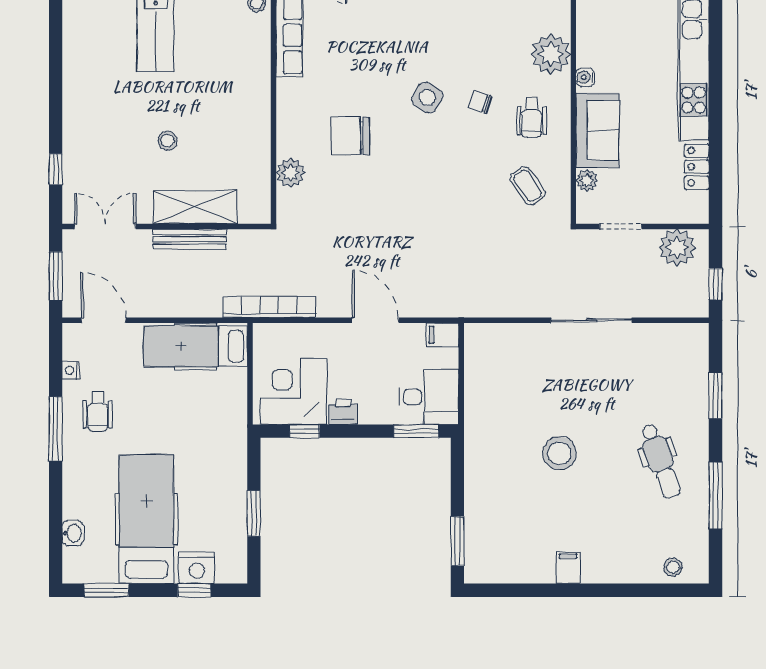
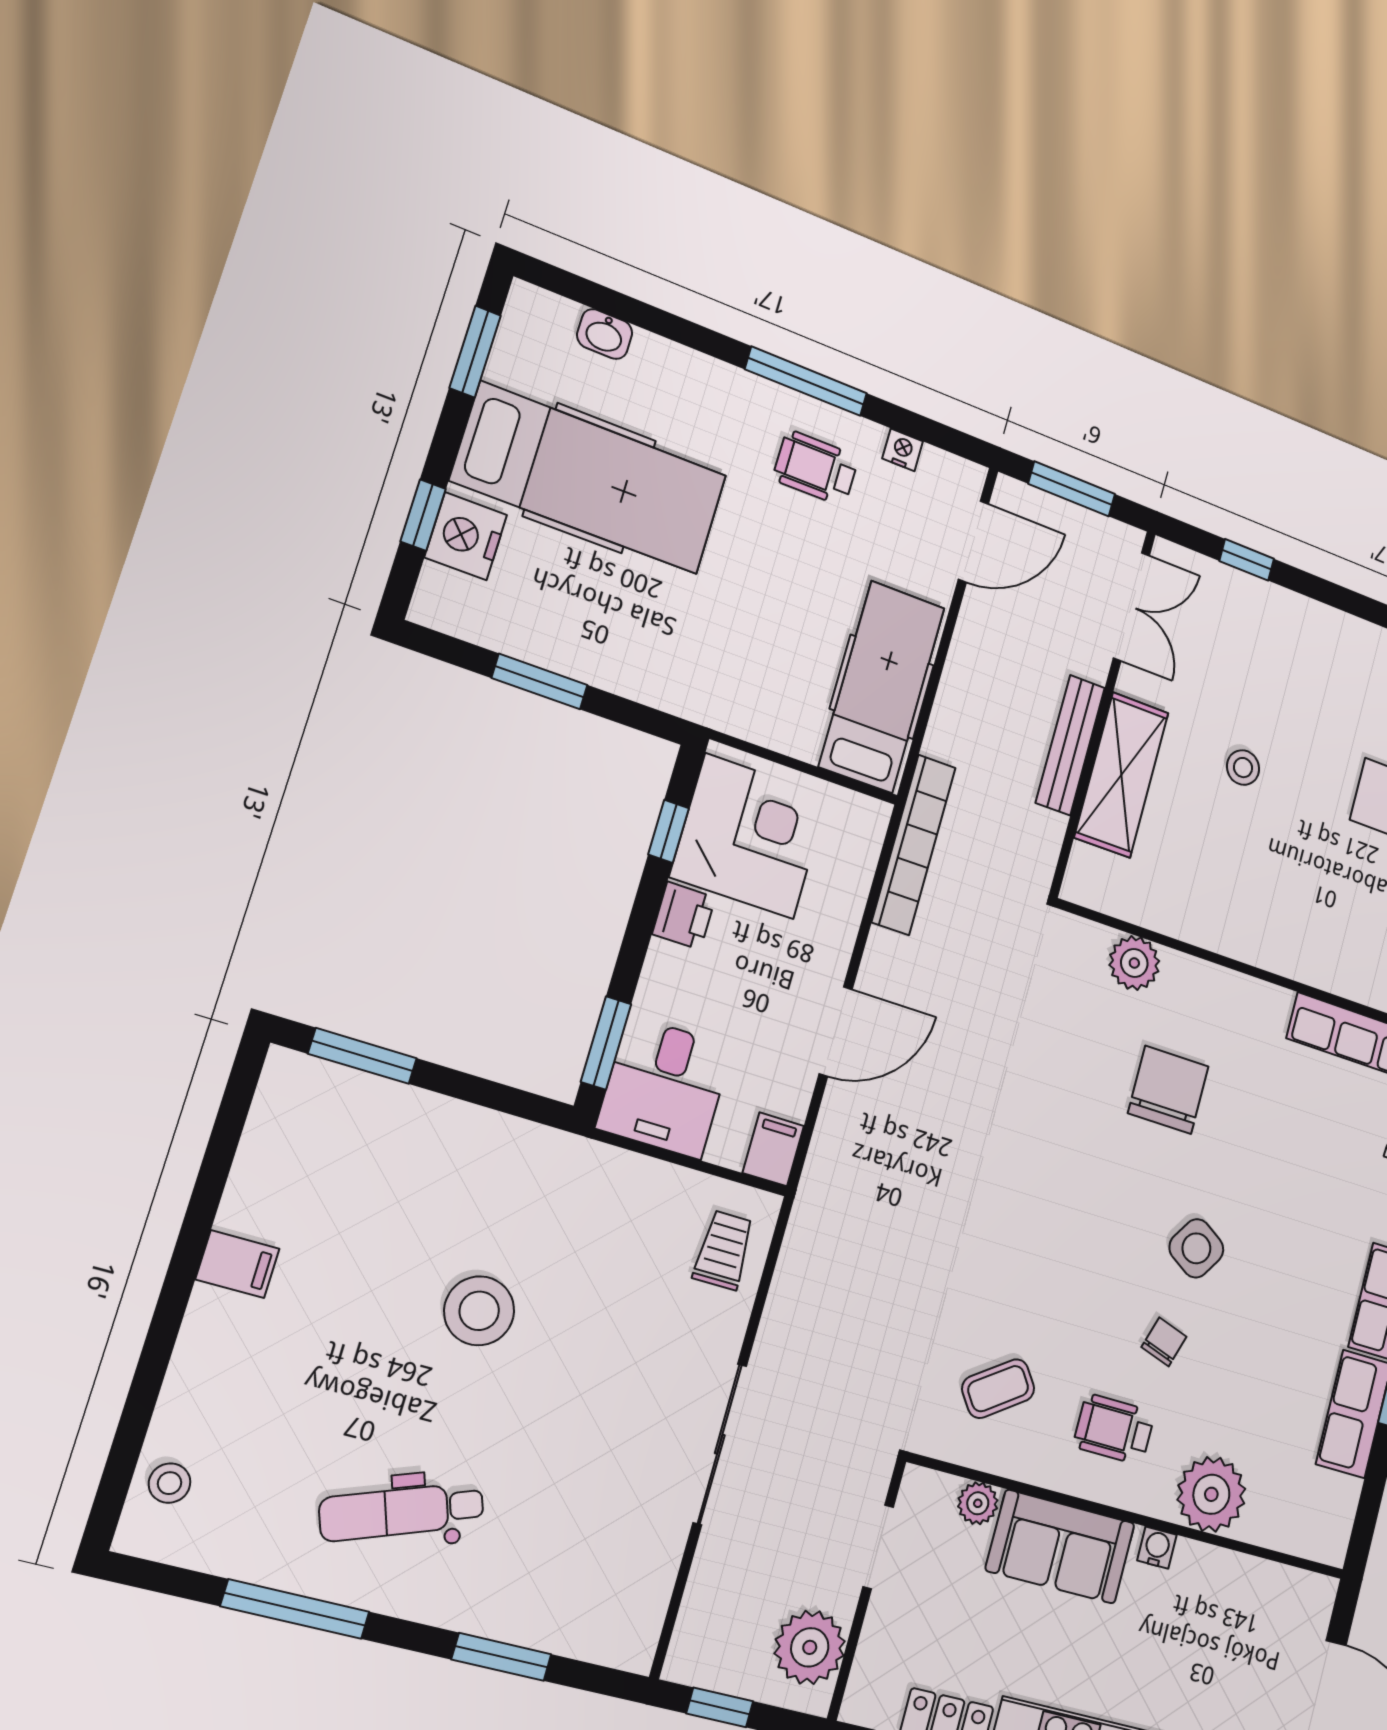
trolley: (498, 345) -> (724, 1250), added

